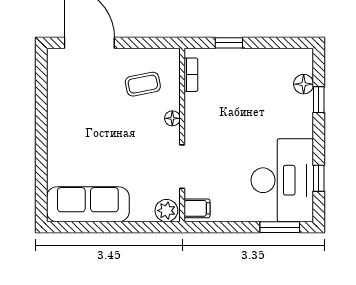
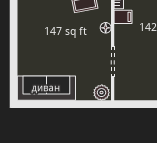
filing cabinet: (197, 208) -> (123, 17), moved

